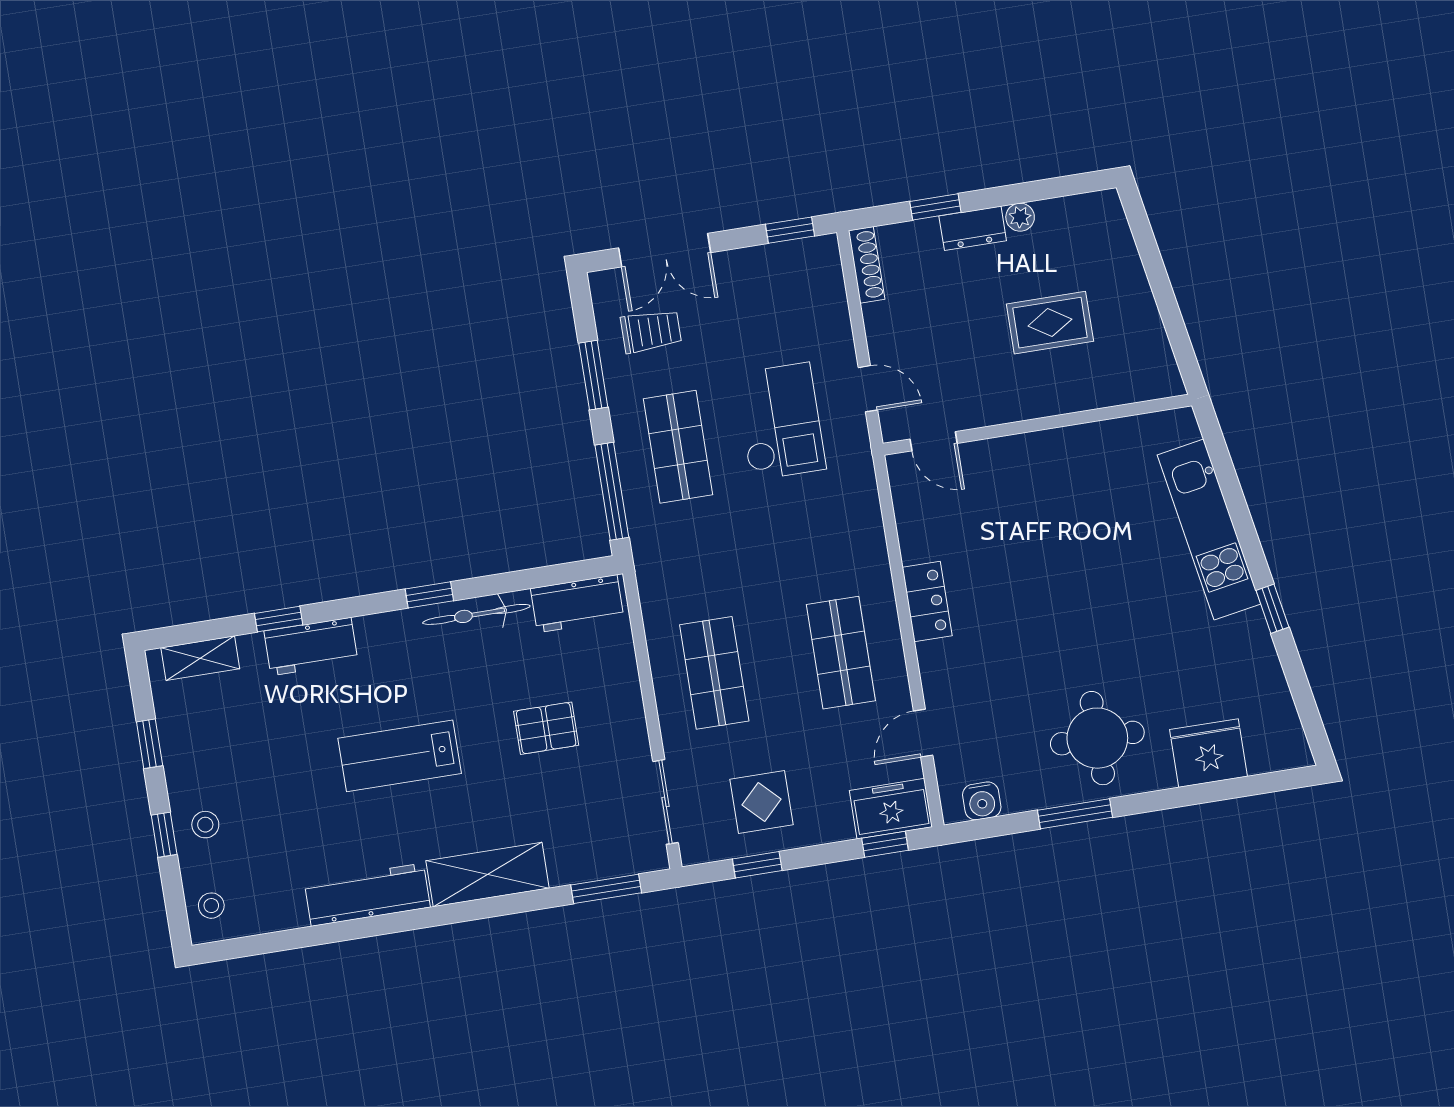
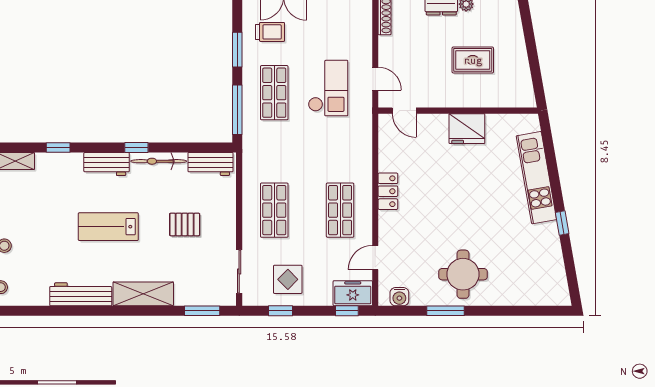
workbench: (311, 646) -> (107, 164), moved
fridge: (1209, 753) -> (467, 129), moved, turned 180

